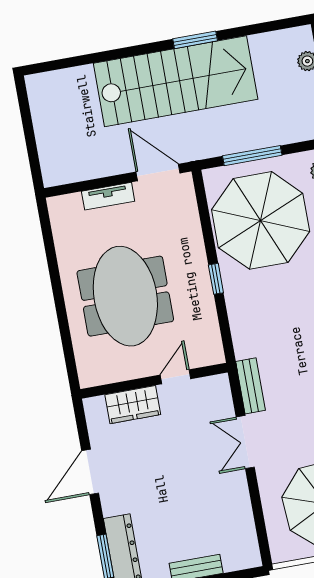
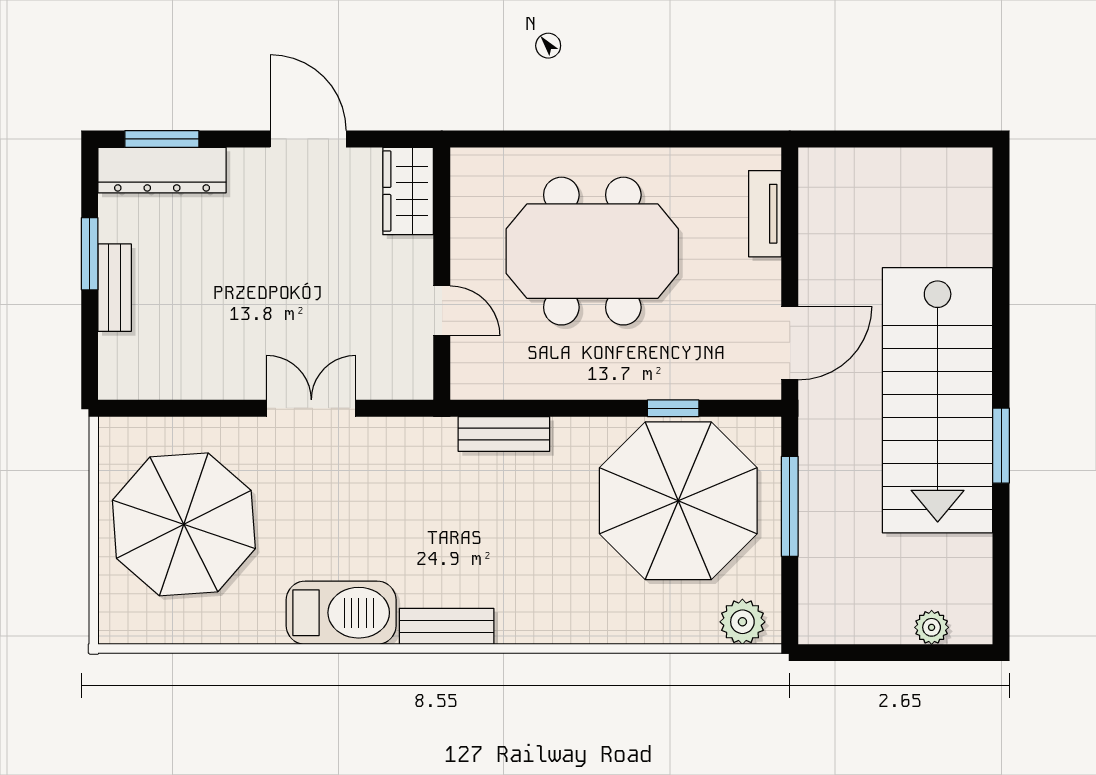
tv unit: (108, 196) -> (765, 214), moved
window: (216, 279) -> (673, 408), moved
bench: (251, 386) -> (504, 434), moved
wardrobe: (133, 405) -> (408, 191), moved

